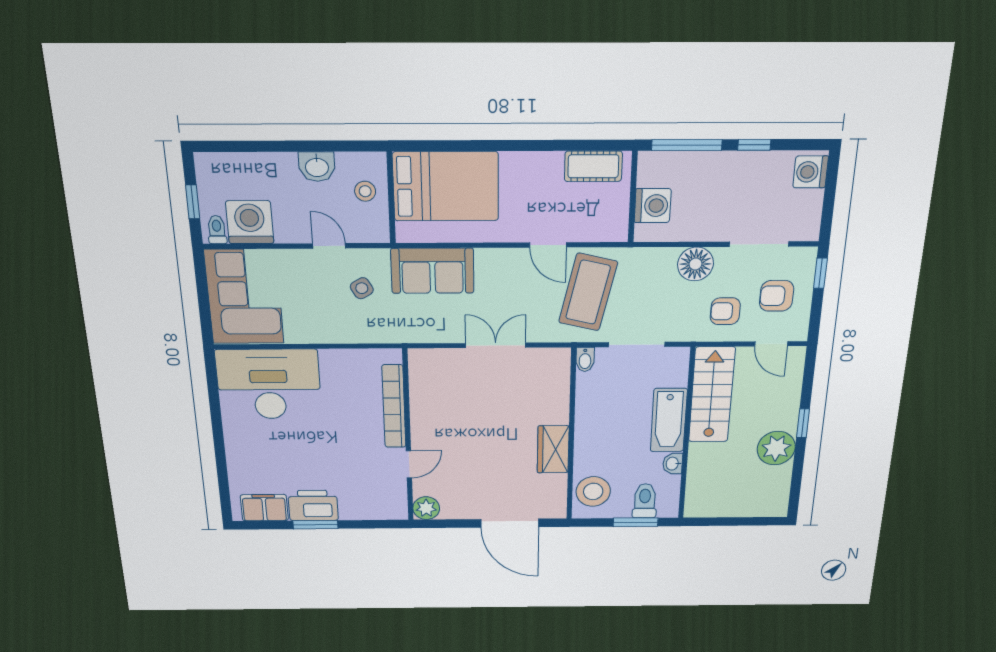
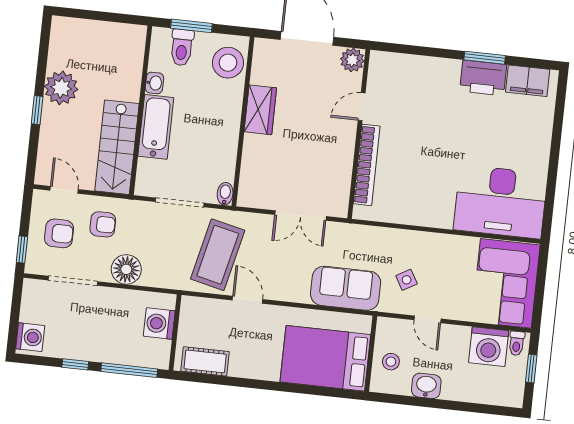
bookcase: (394, 406) -> (367, 165), moved
wall: (408, 437) -> (359, 134), moved
door: (409, 464) -> (362, 107), moved
plant: (426, 508) -> (352, 60), moved

